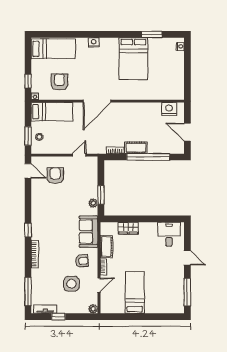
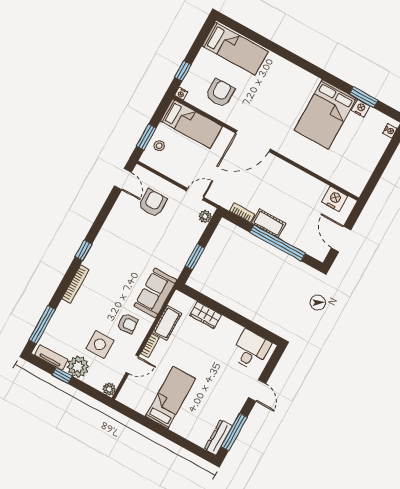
nightstand: (94, 42) -> (361, 108), moved
plant: (93, 203) -> (205, 216), moved
dresser: (179, 301) -> (218, 437), added
plant: (65, 306) -> (78, 367), added

